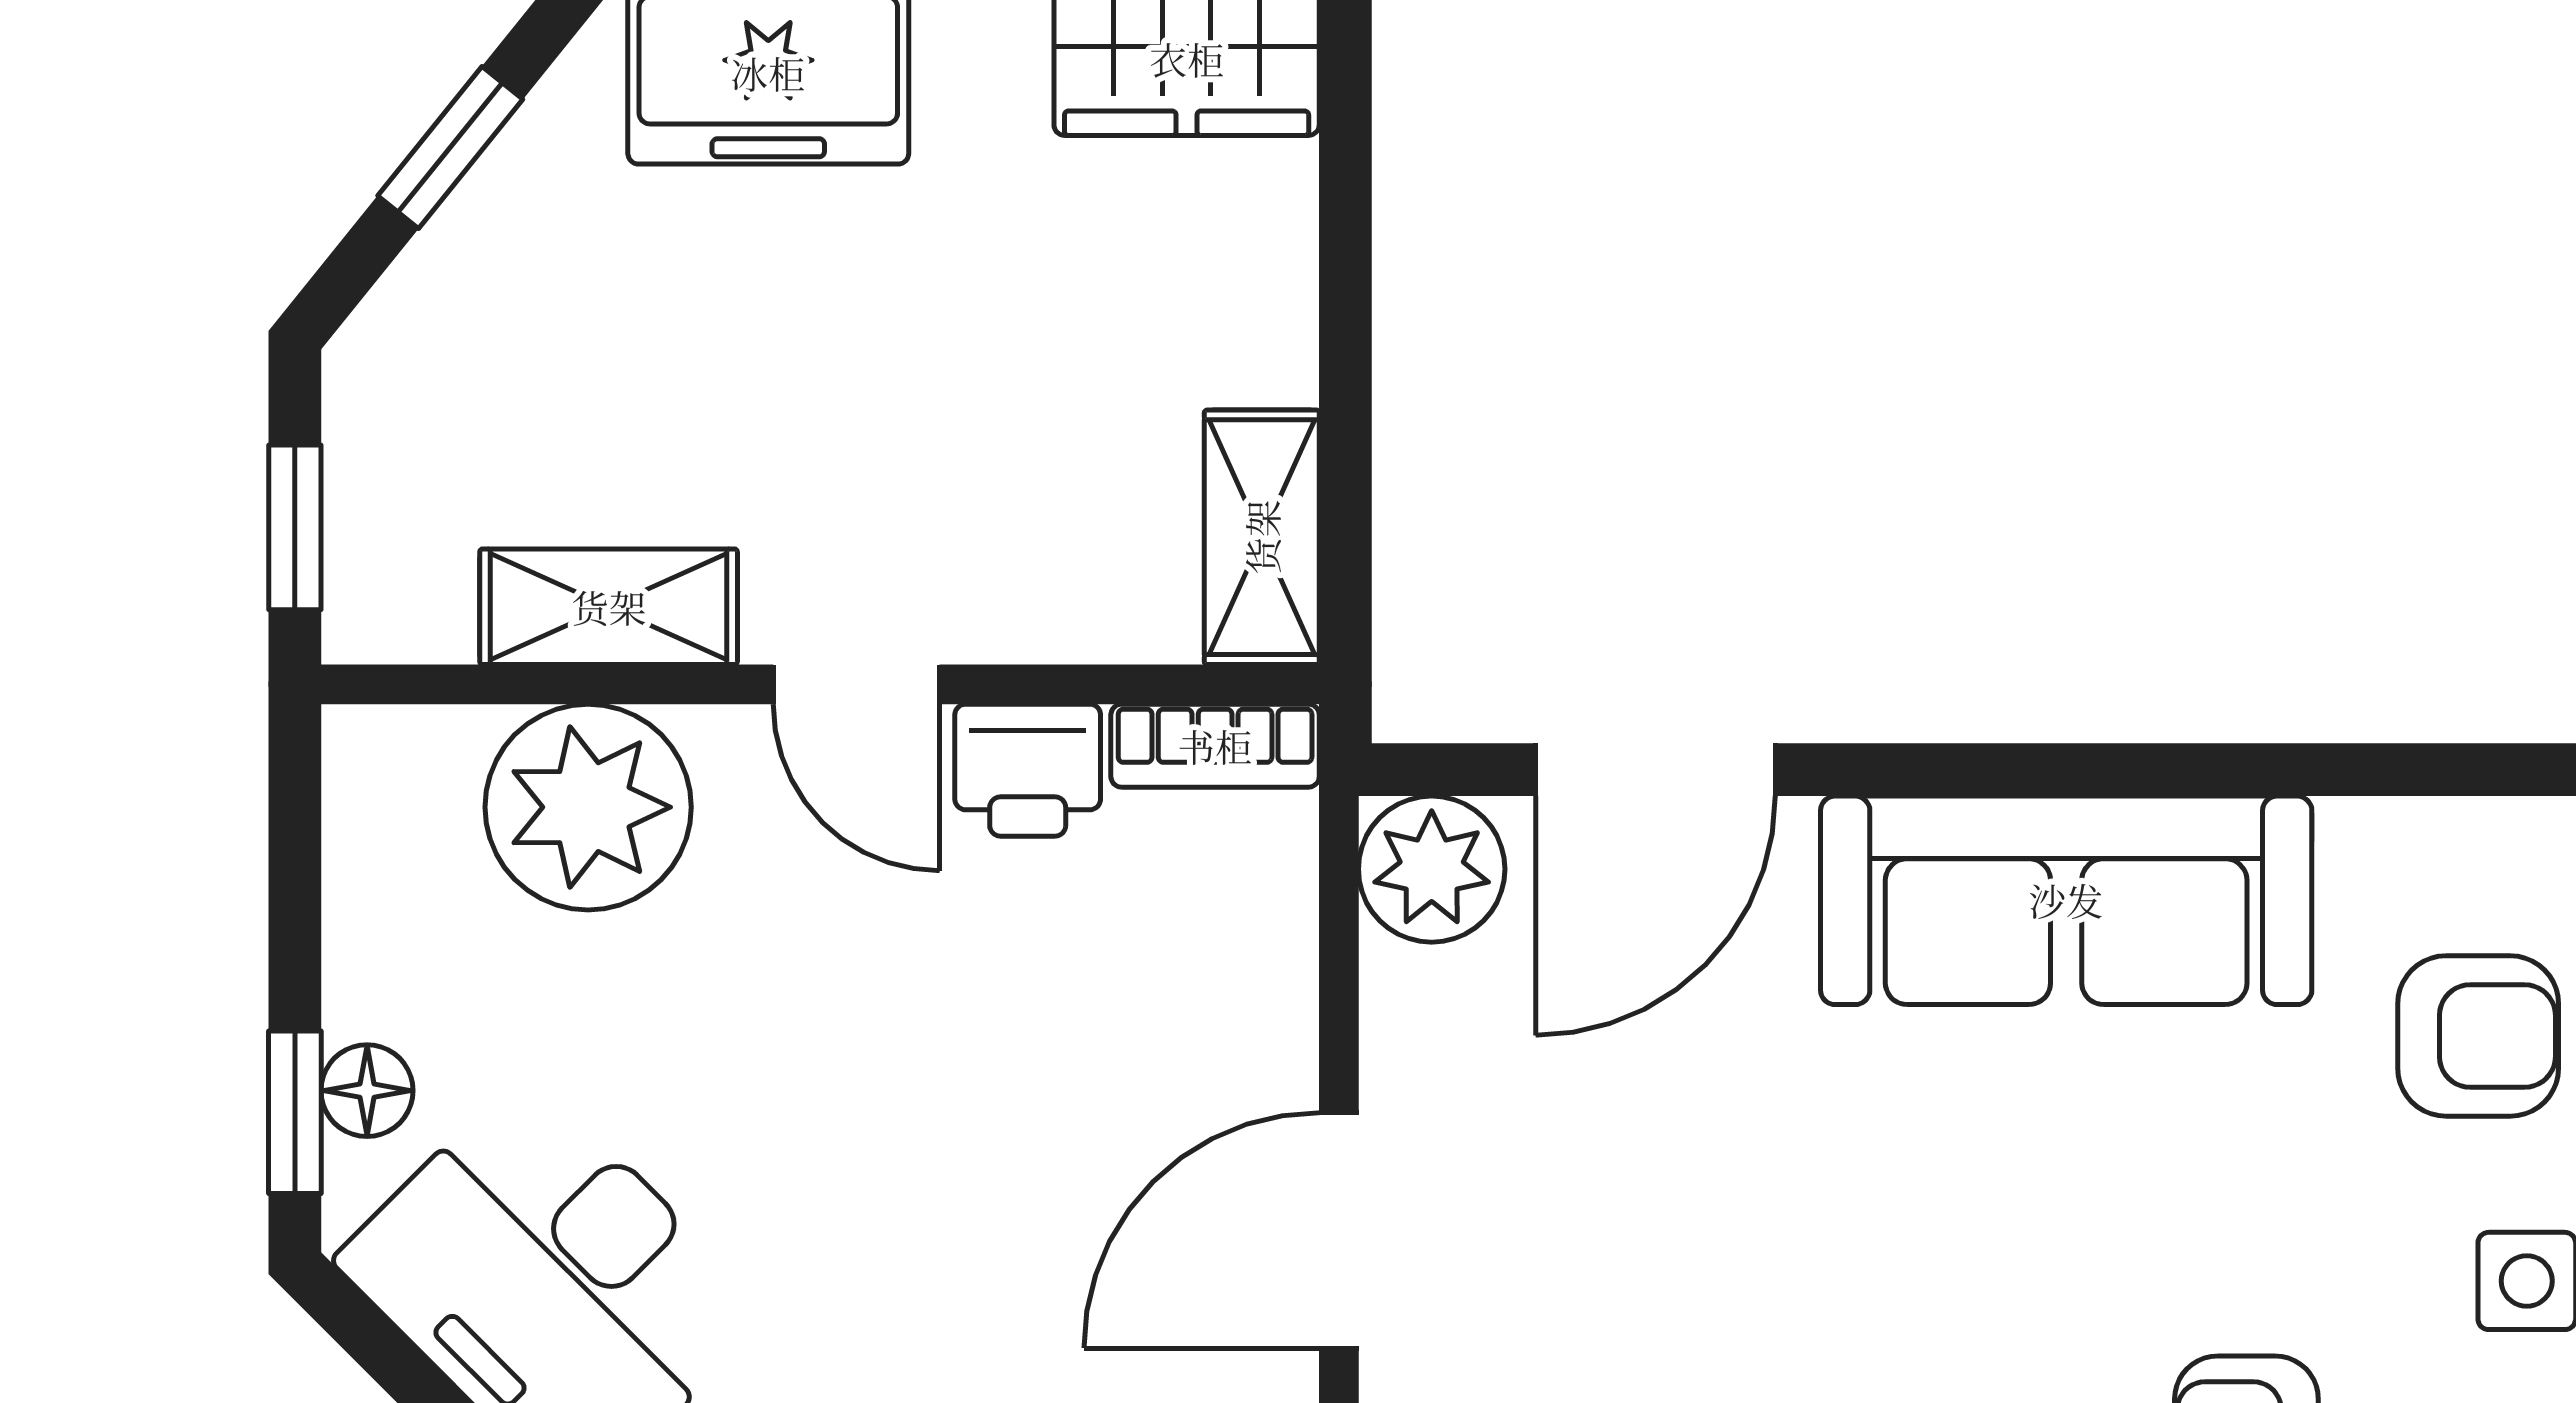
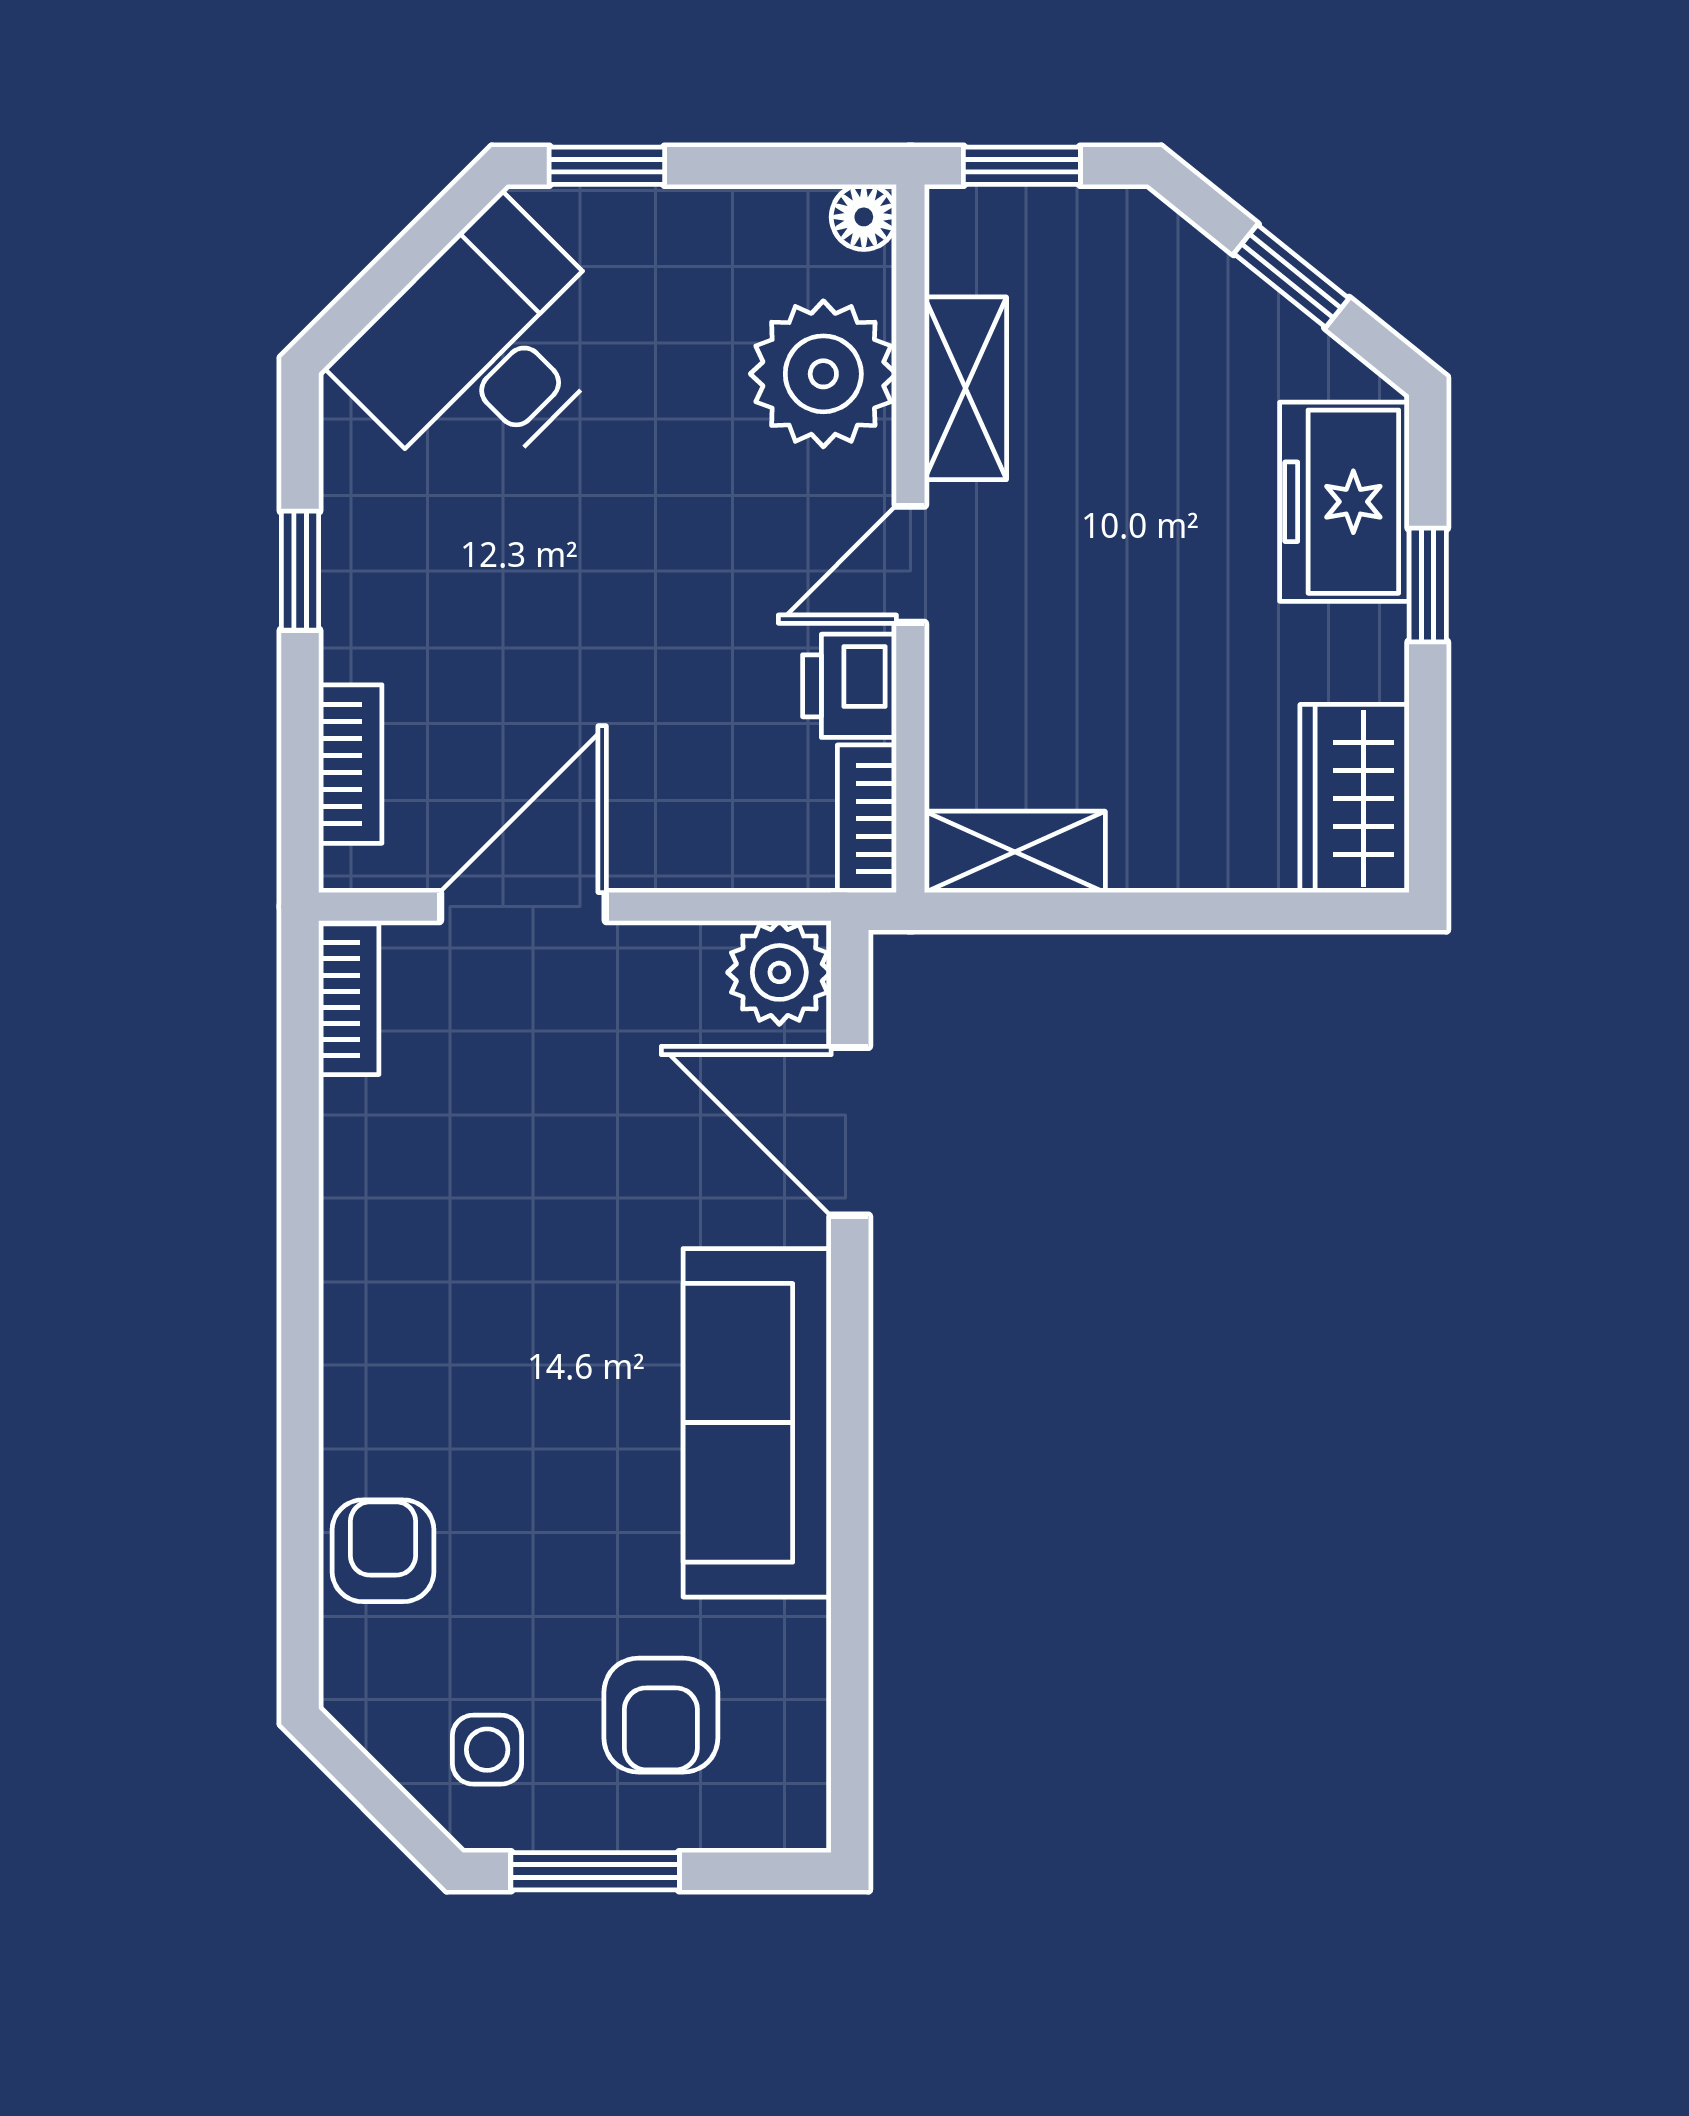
floor lamp: (367, 1091) -> (864, 217), moved
door: (1339, 1231) -> (523, 907), hinge flipped

